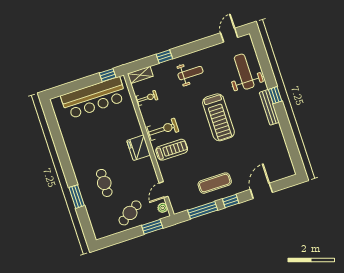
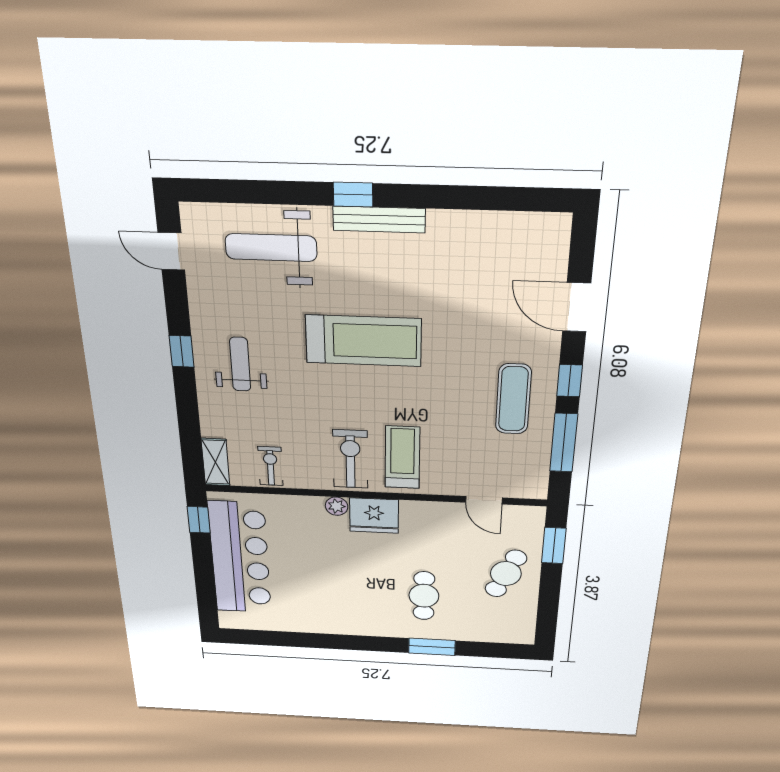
window: (164, 56) -> (182, 351), moved
cafe table: (104, 183) -> (424, 596), turned 90
plant: (163, 208) -> (337, 506), moved
cafe table: (130, 213) -> (506, 574), turned 56

